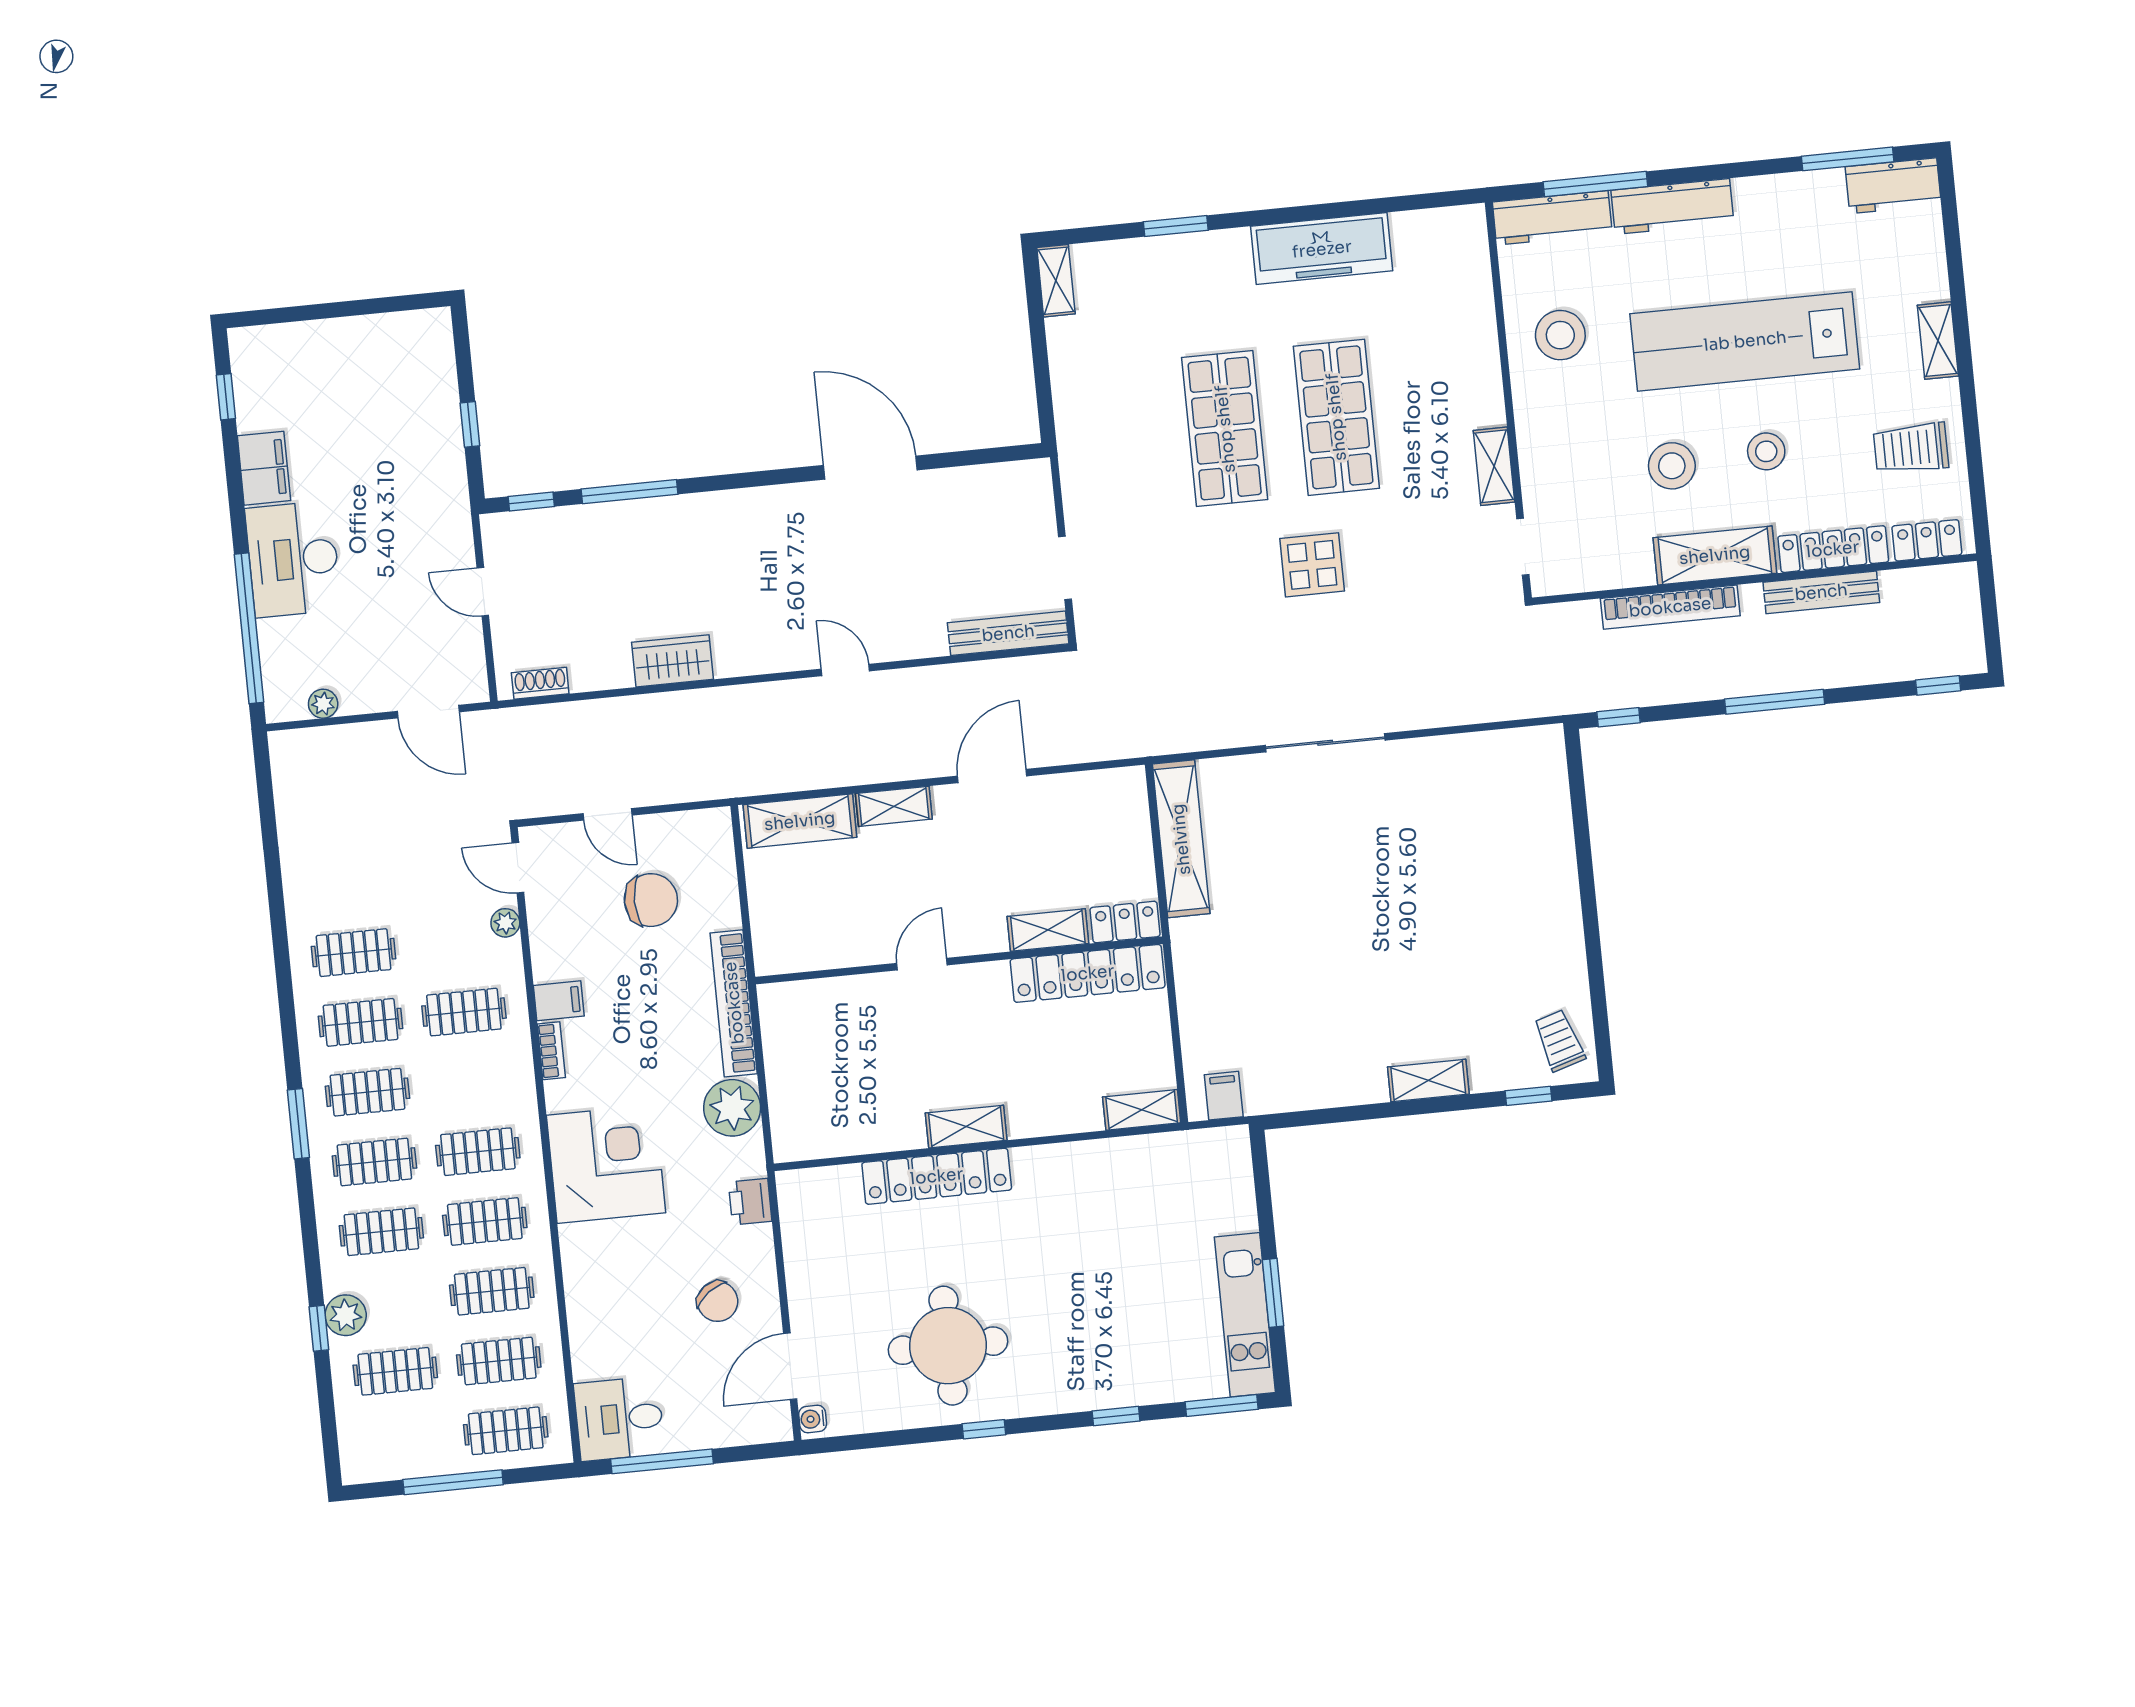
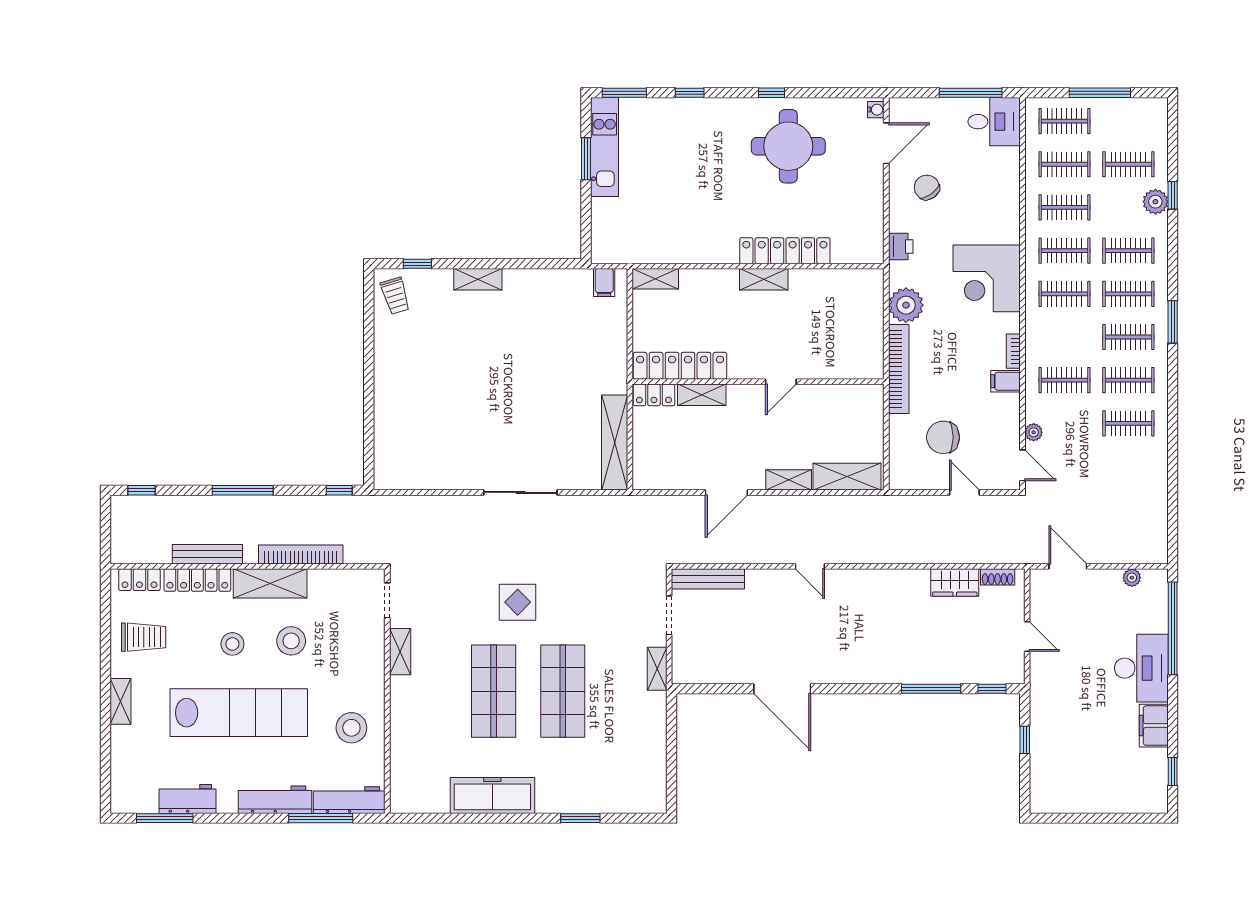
workbench: (1893, 186) -> (188, 799), moved
shelving: (1056, 281) -> (657, 669), moved
wardrobe: (673, 661) -> (955, 583), moved

